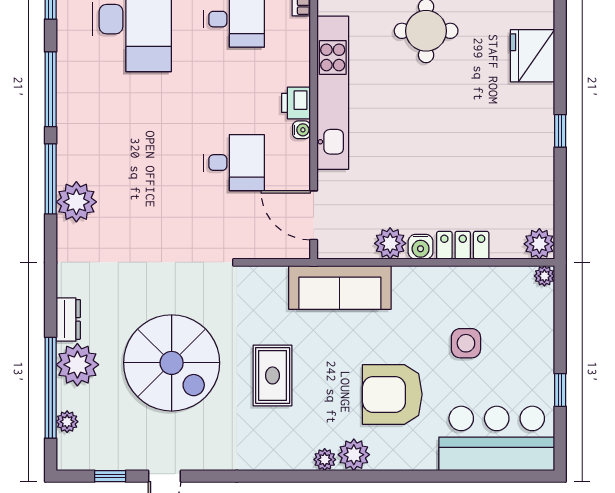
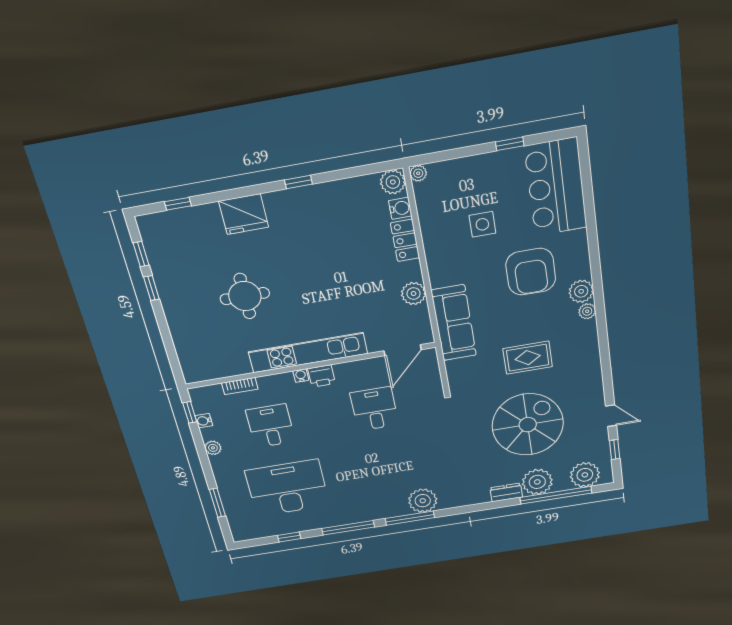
water cooler: (301, 130) -> (301, 376), moved
water cooler: (421, 247) -> (400, 208), moved
plant: (67, 422) -> (585, 475), width x1.87, depth x1.87

